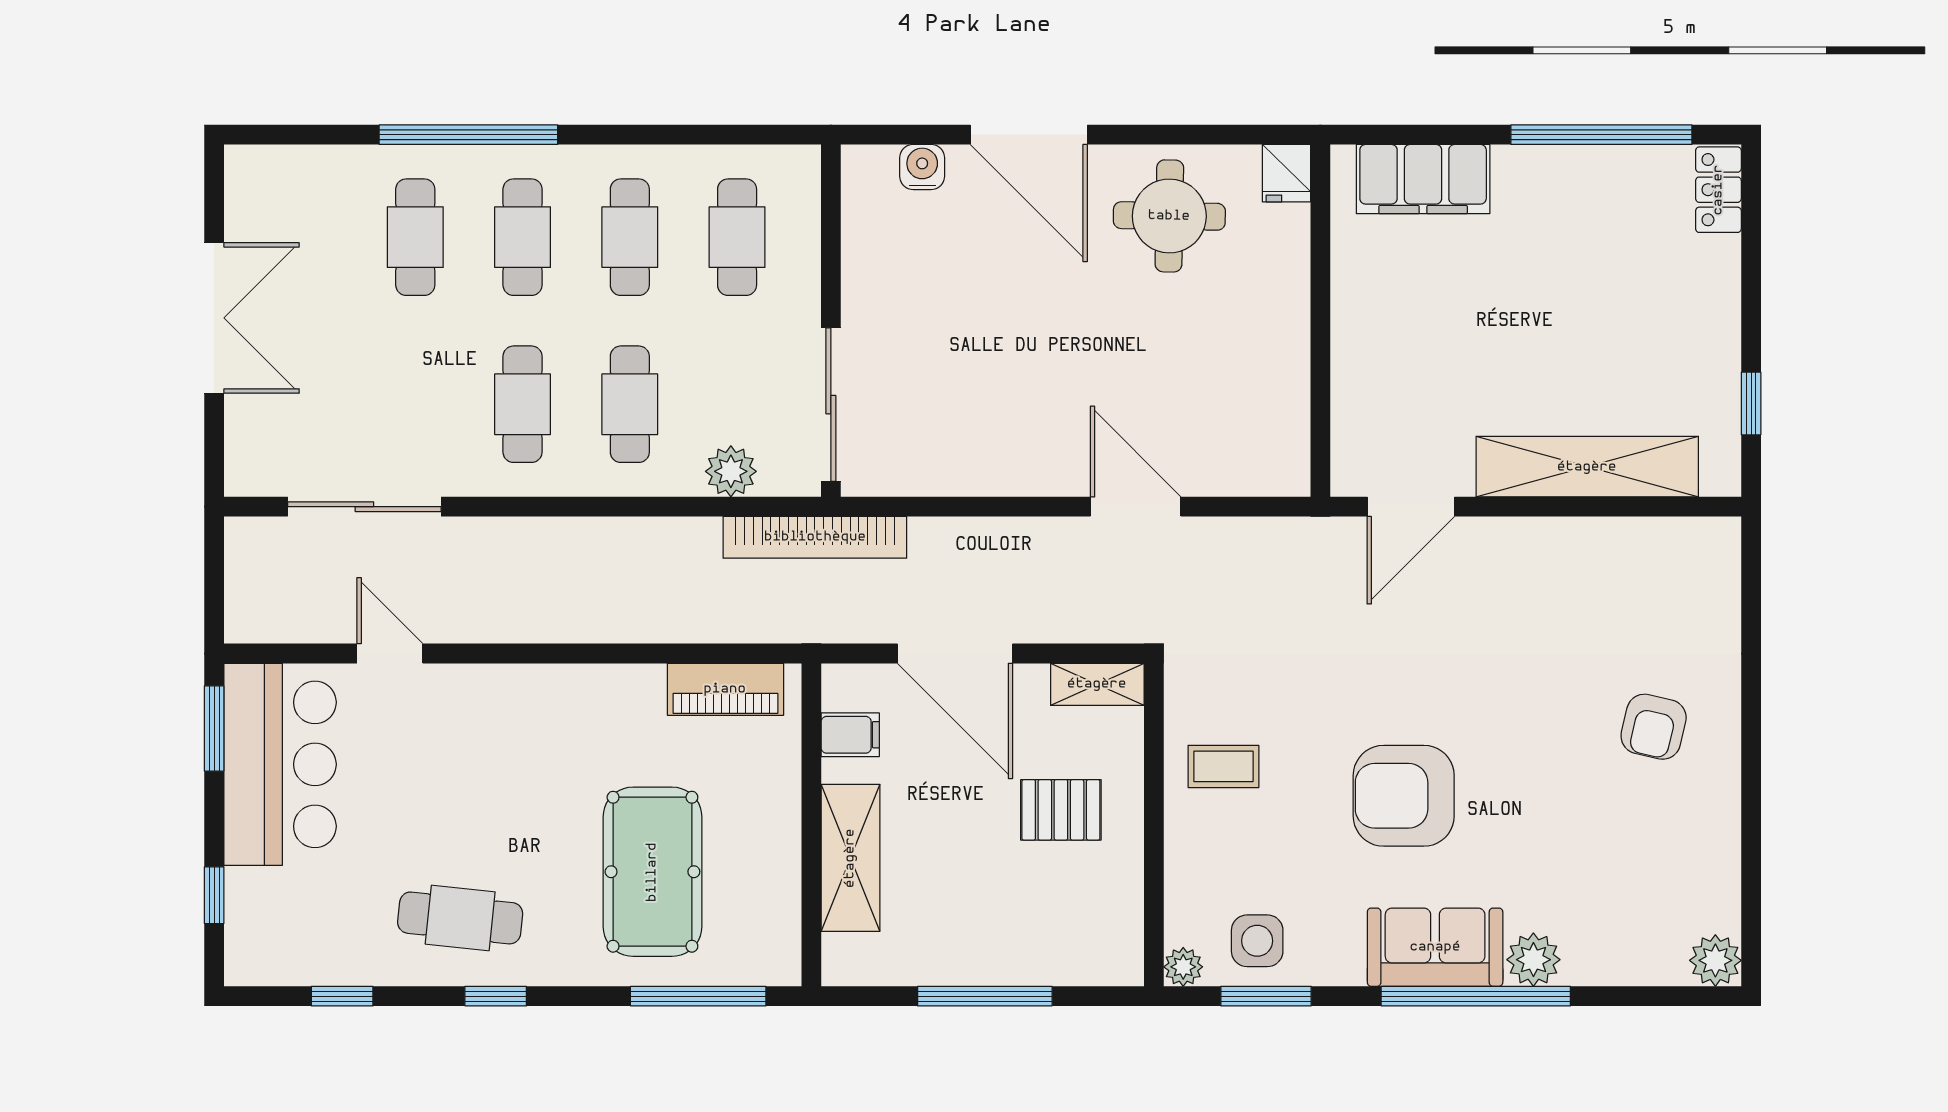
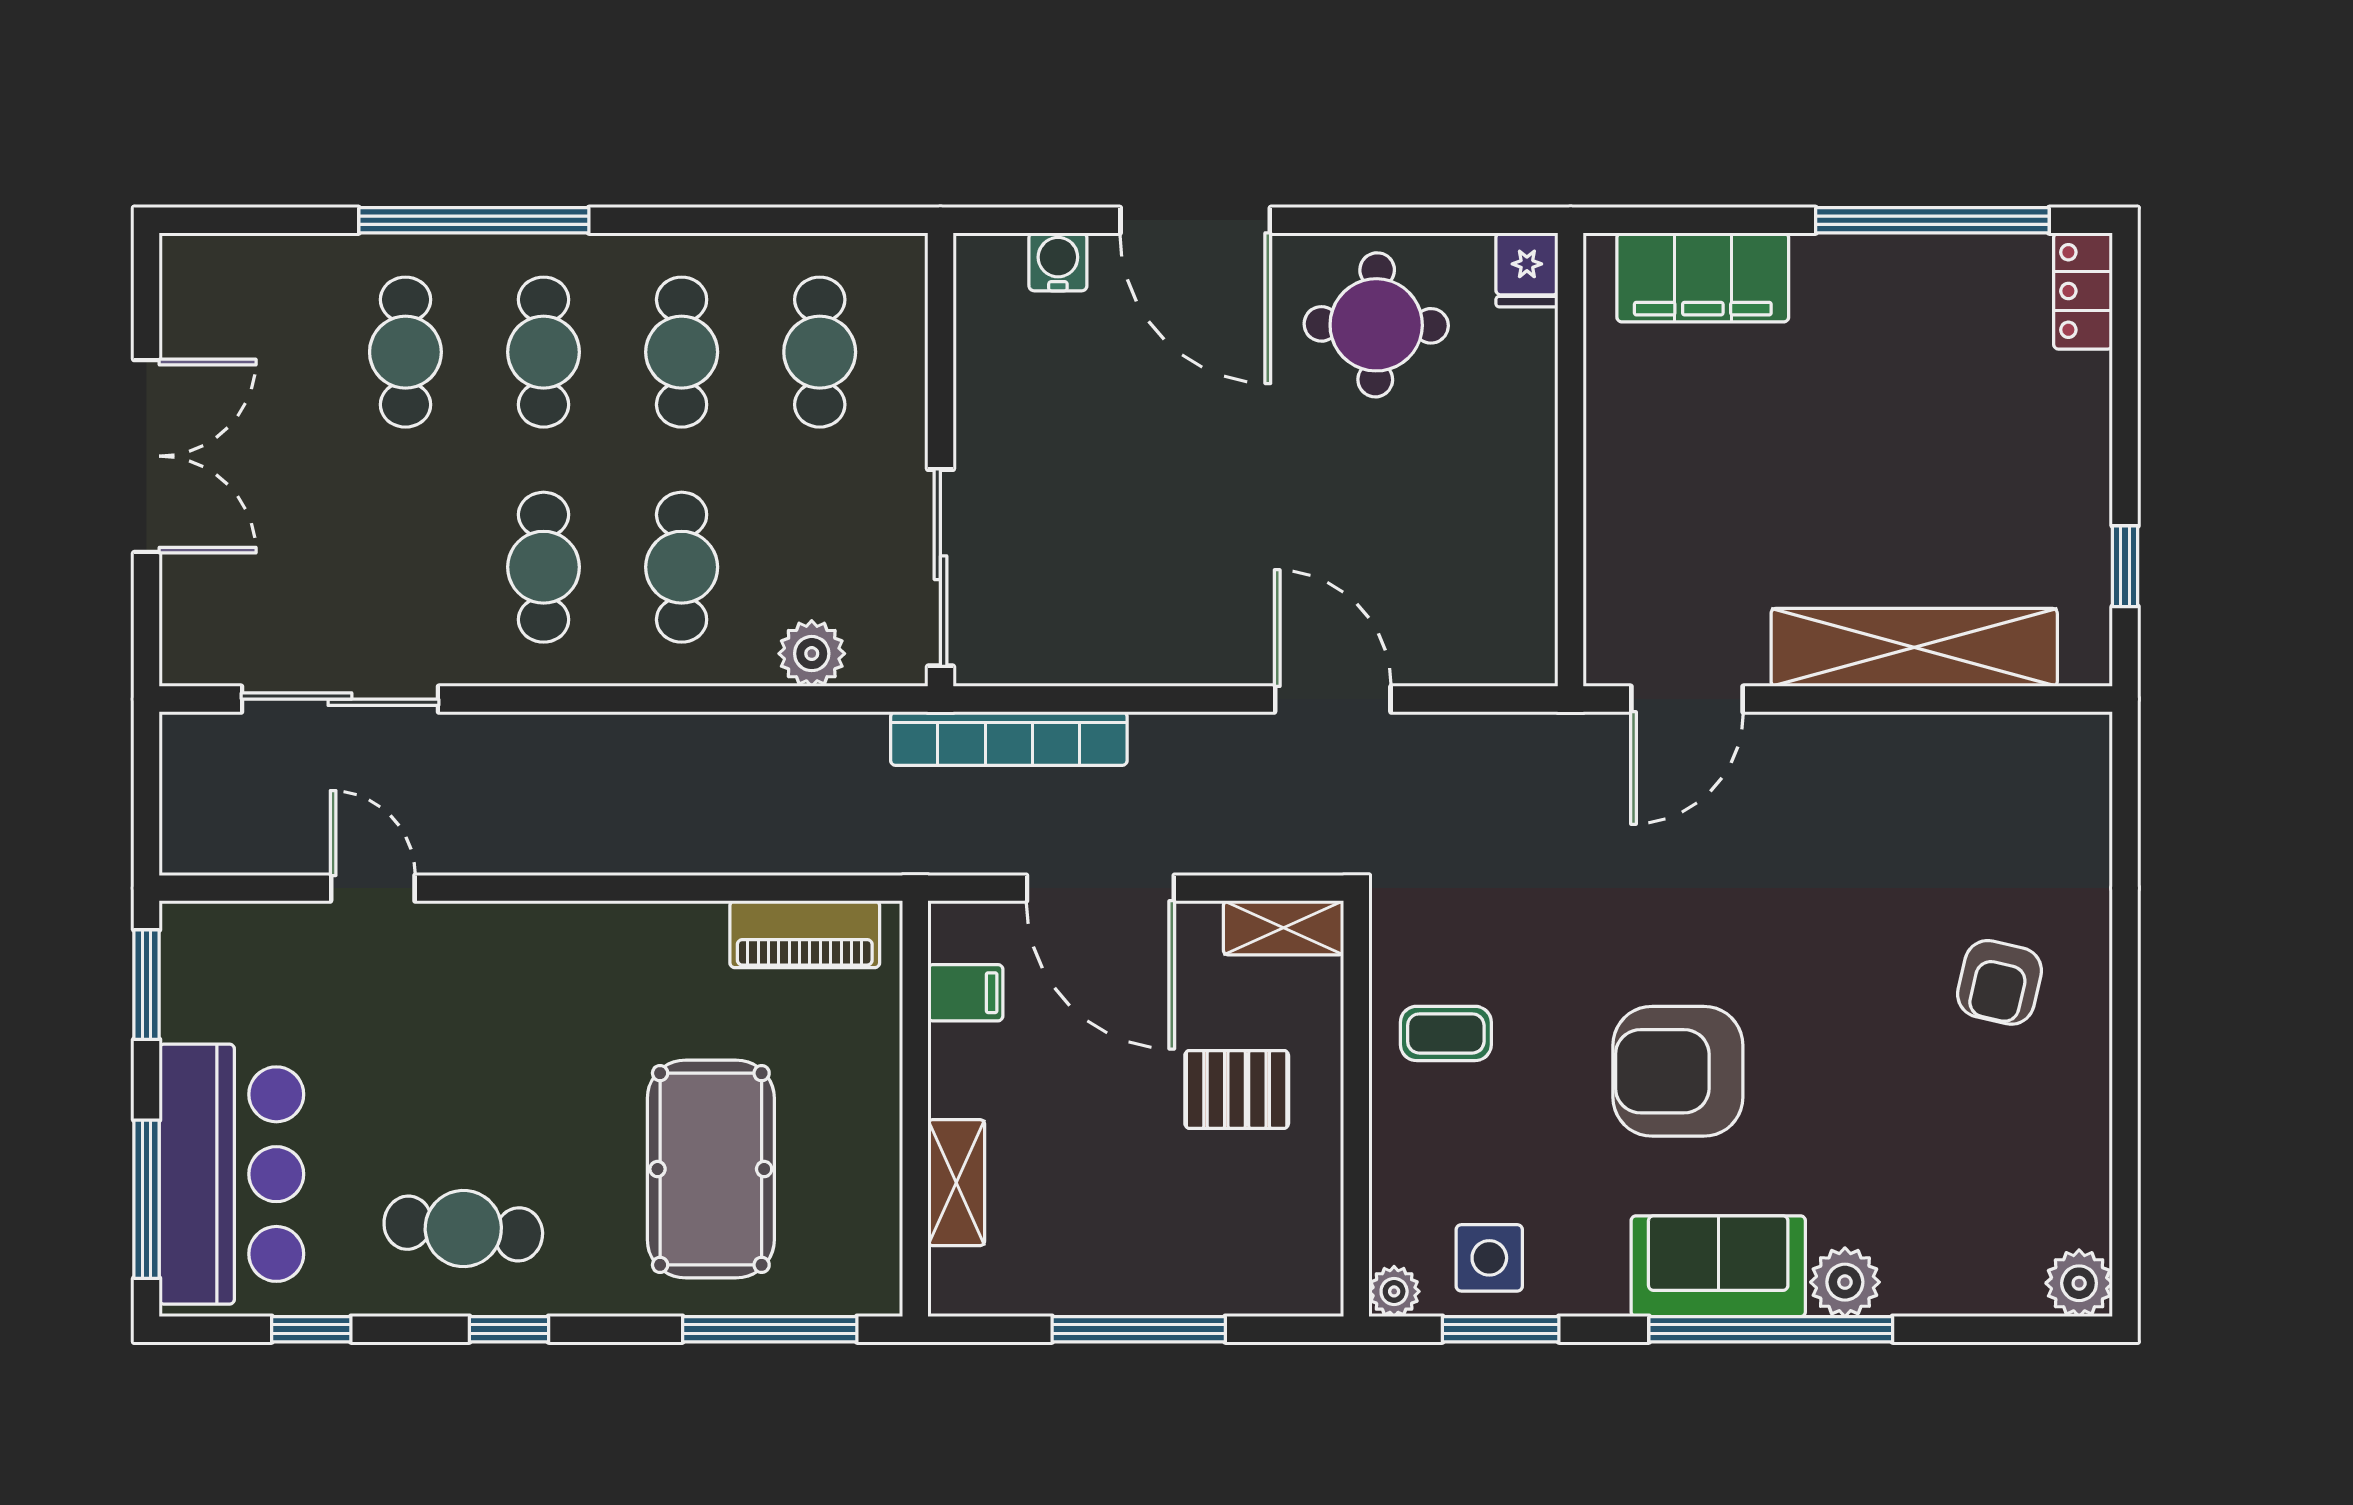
bookcase: (815, 537) -> (1009, 739), moved
bar counter: (280, 764) -> (231, 1174), moved
shelving: (850, 858) -> (956, 1183), width x0.67, depth x0.75
window: (214, 895) -> (147, 1199), width x2.17

